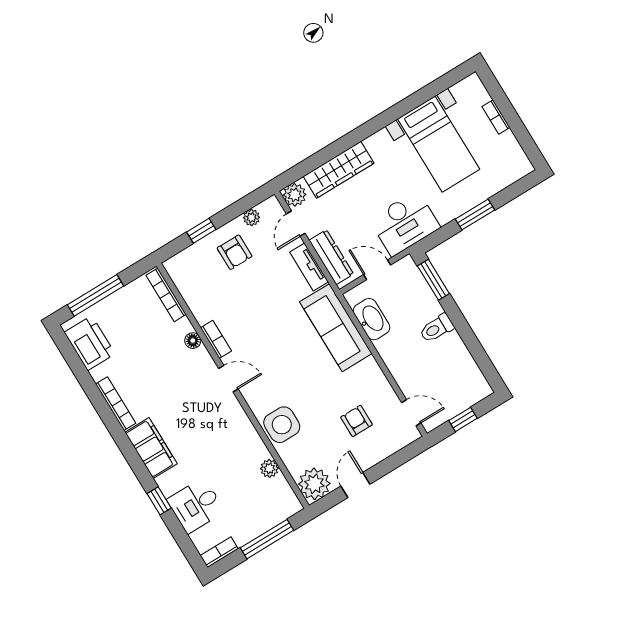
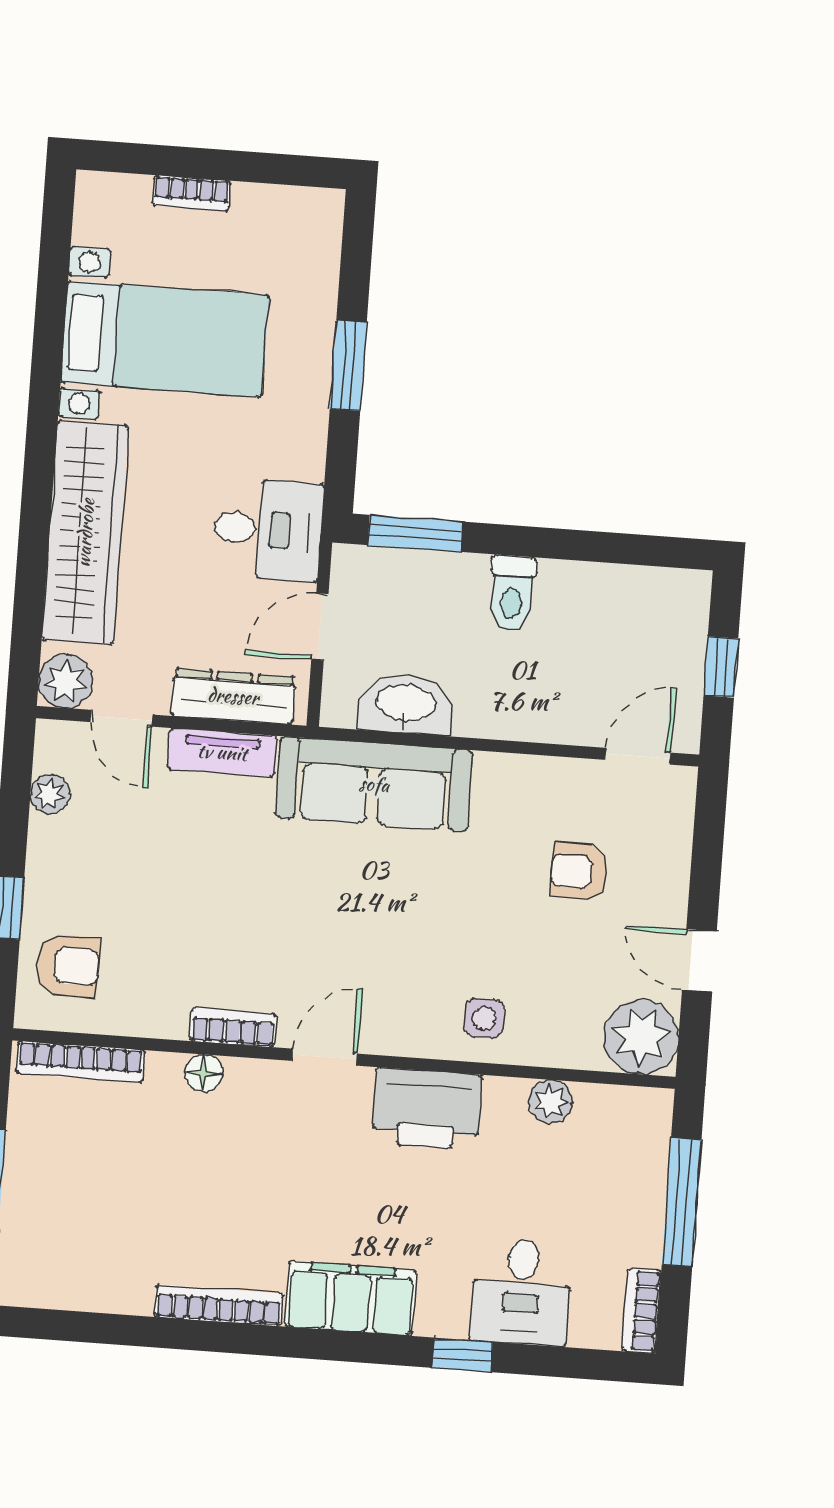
wardrobe: (339, 170) -> (85, 533), width x1.40, depth x1.17
desk: (405, 223) -> (268, 529), width x0.73
armchair: (235, 252) -> (68, 966), moved
printer: (90, 343) -> (427, 1109), moved, turned 180
side table: (282, 425) -> (484, 1018), width x0.54, depth x0.54

